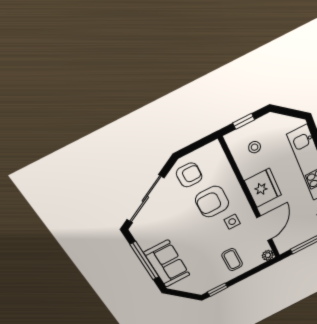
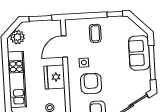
armchair: (212, 202) -> (91, 83), turned -90
plant: (268, 255) -> (69, 24), removed

